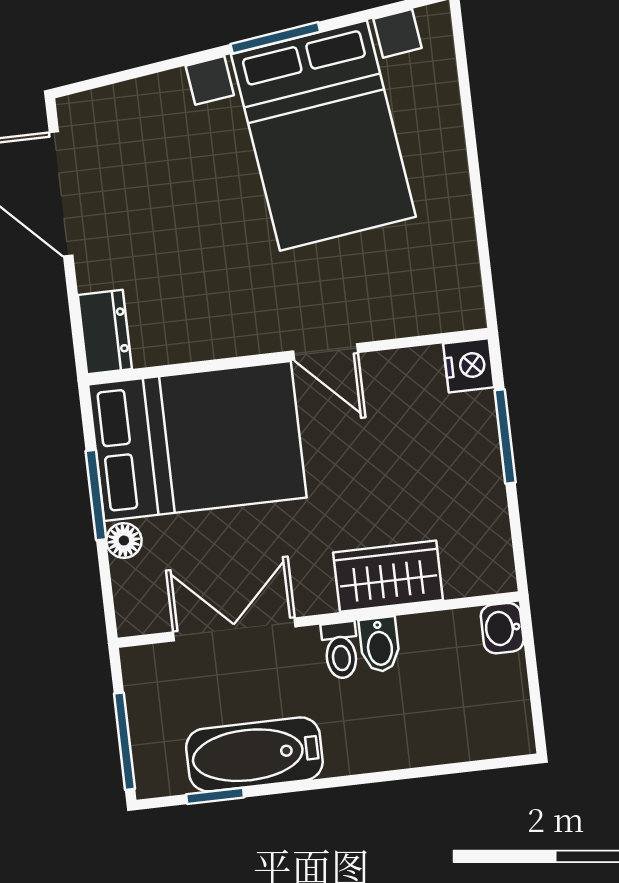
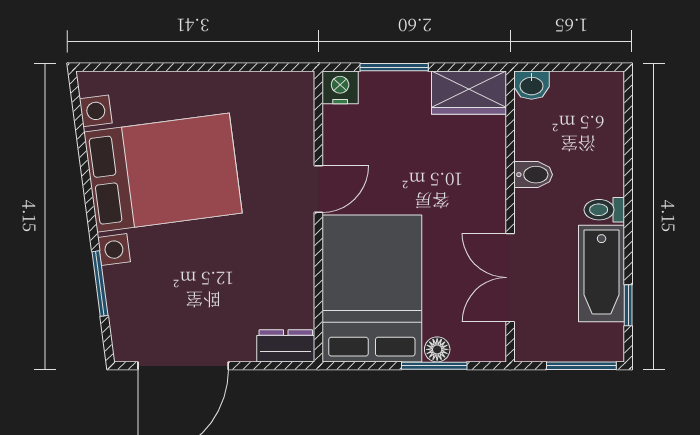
window: (275, 38) -> (100, 283), moved
window: (96, 495) -> (434, 366), moved
wardrobe: (388, 576) -> (469, 93), moved, turned -90
toilet: (341, 650) -> (604, 210), moved, turned 180

